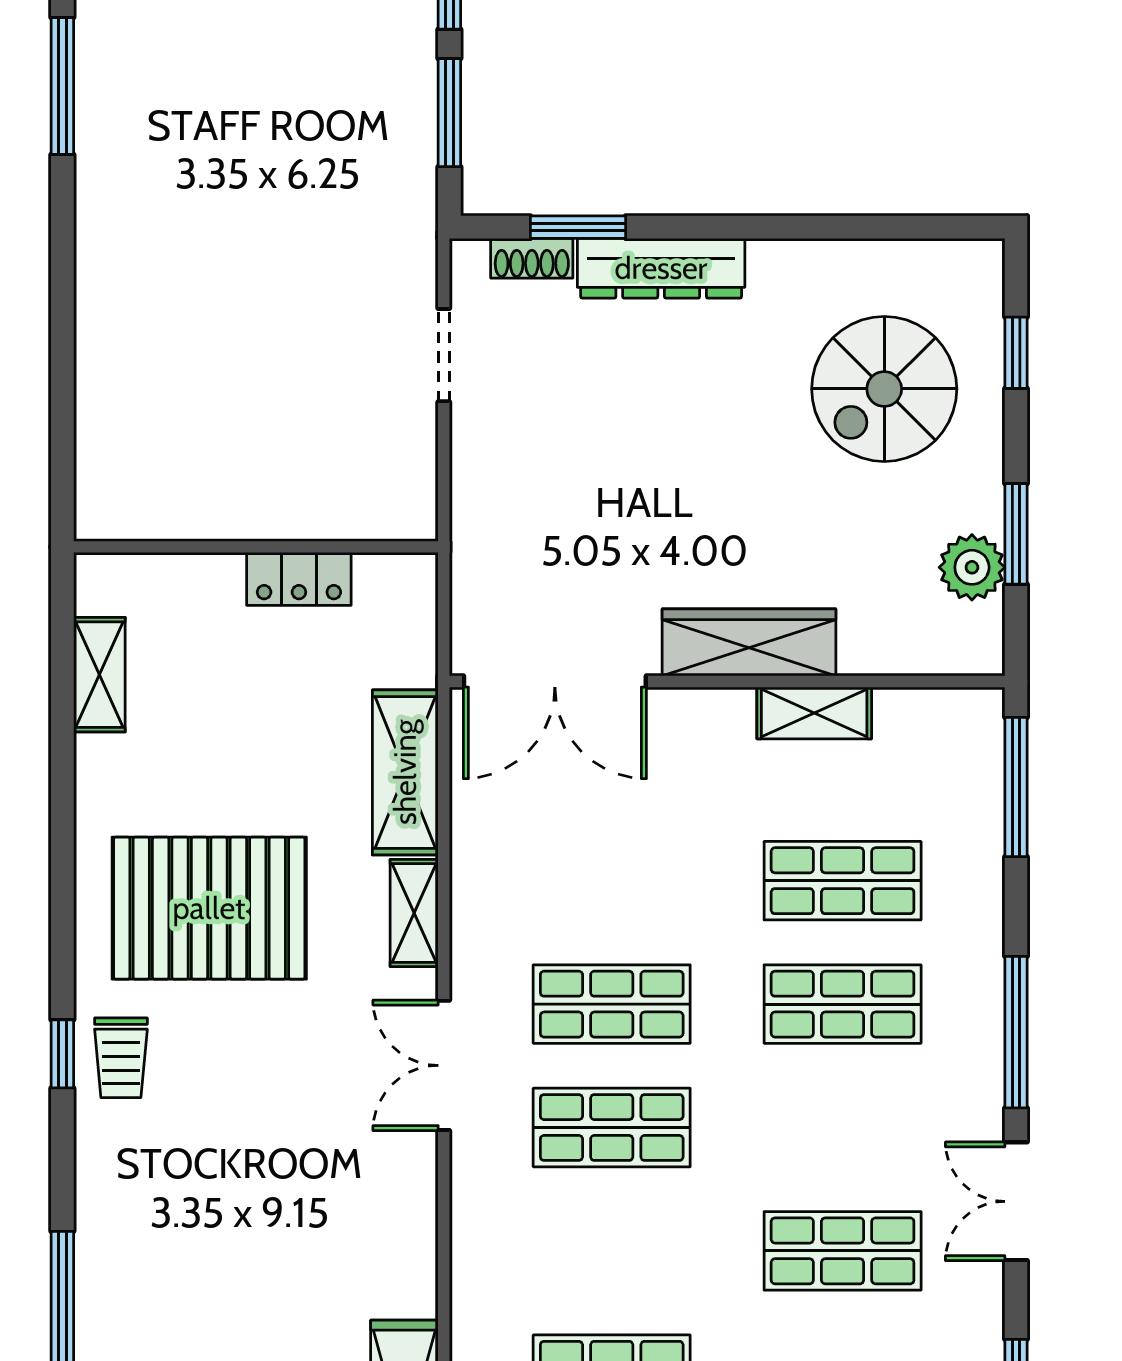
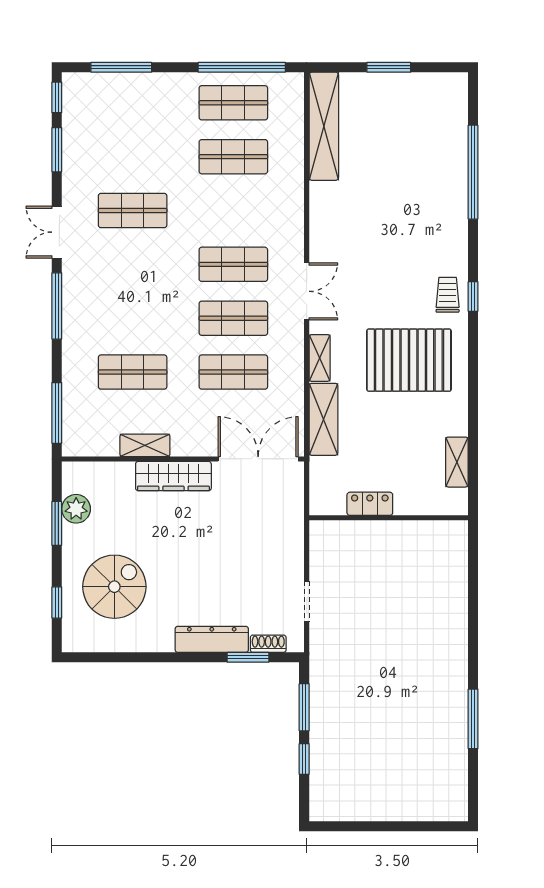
shop shelf: (843, 1004) -> (233, 372), moved
double door: (1016, 1201) -> (57, 232), swing flipped

